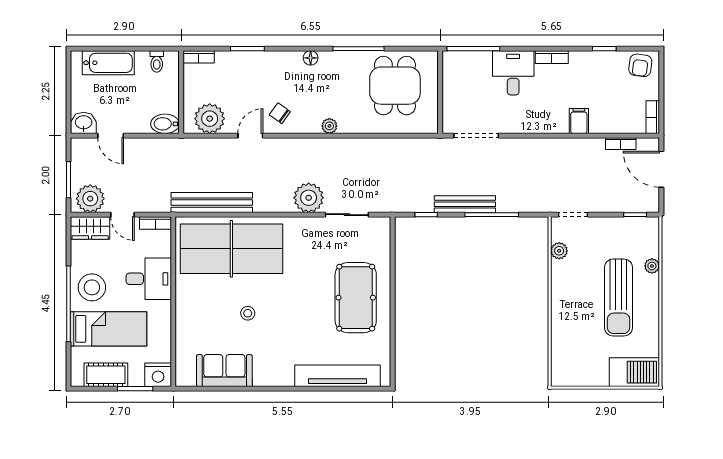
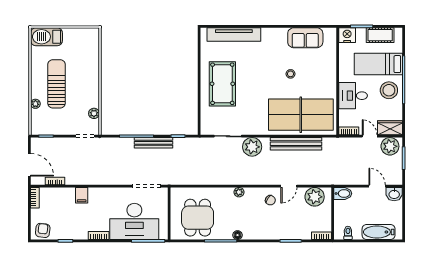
floor lamp: (311, 58) -> (238, 235), moved
desk: (513, 73) -> (134, 221), width x1.87, depth x1.30
bench: (212, 203) -> (296, 144), moved

